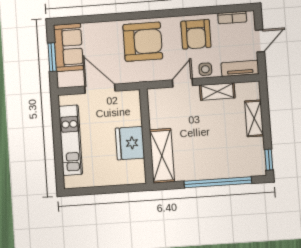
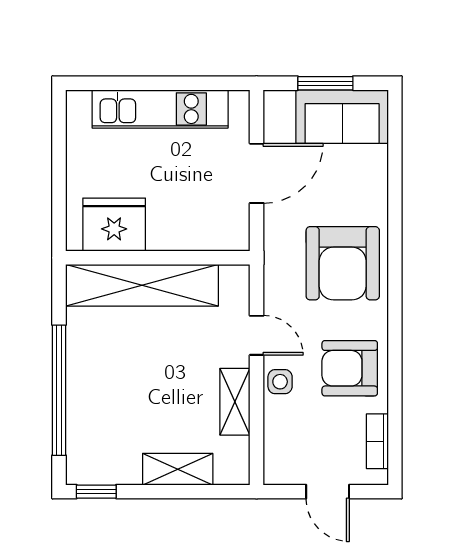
tv unit: (240, 68) -> (277, 449), removed
fridge: (130, 143) -> (114, 225), moved
shelving: (162, 156) -> (142, 285), width x1.47

